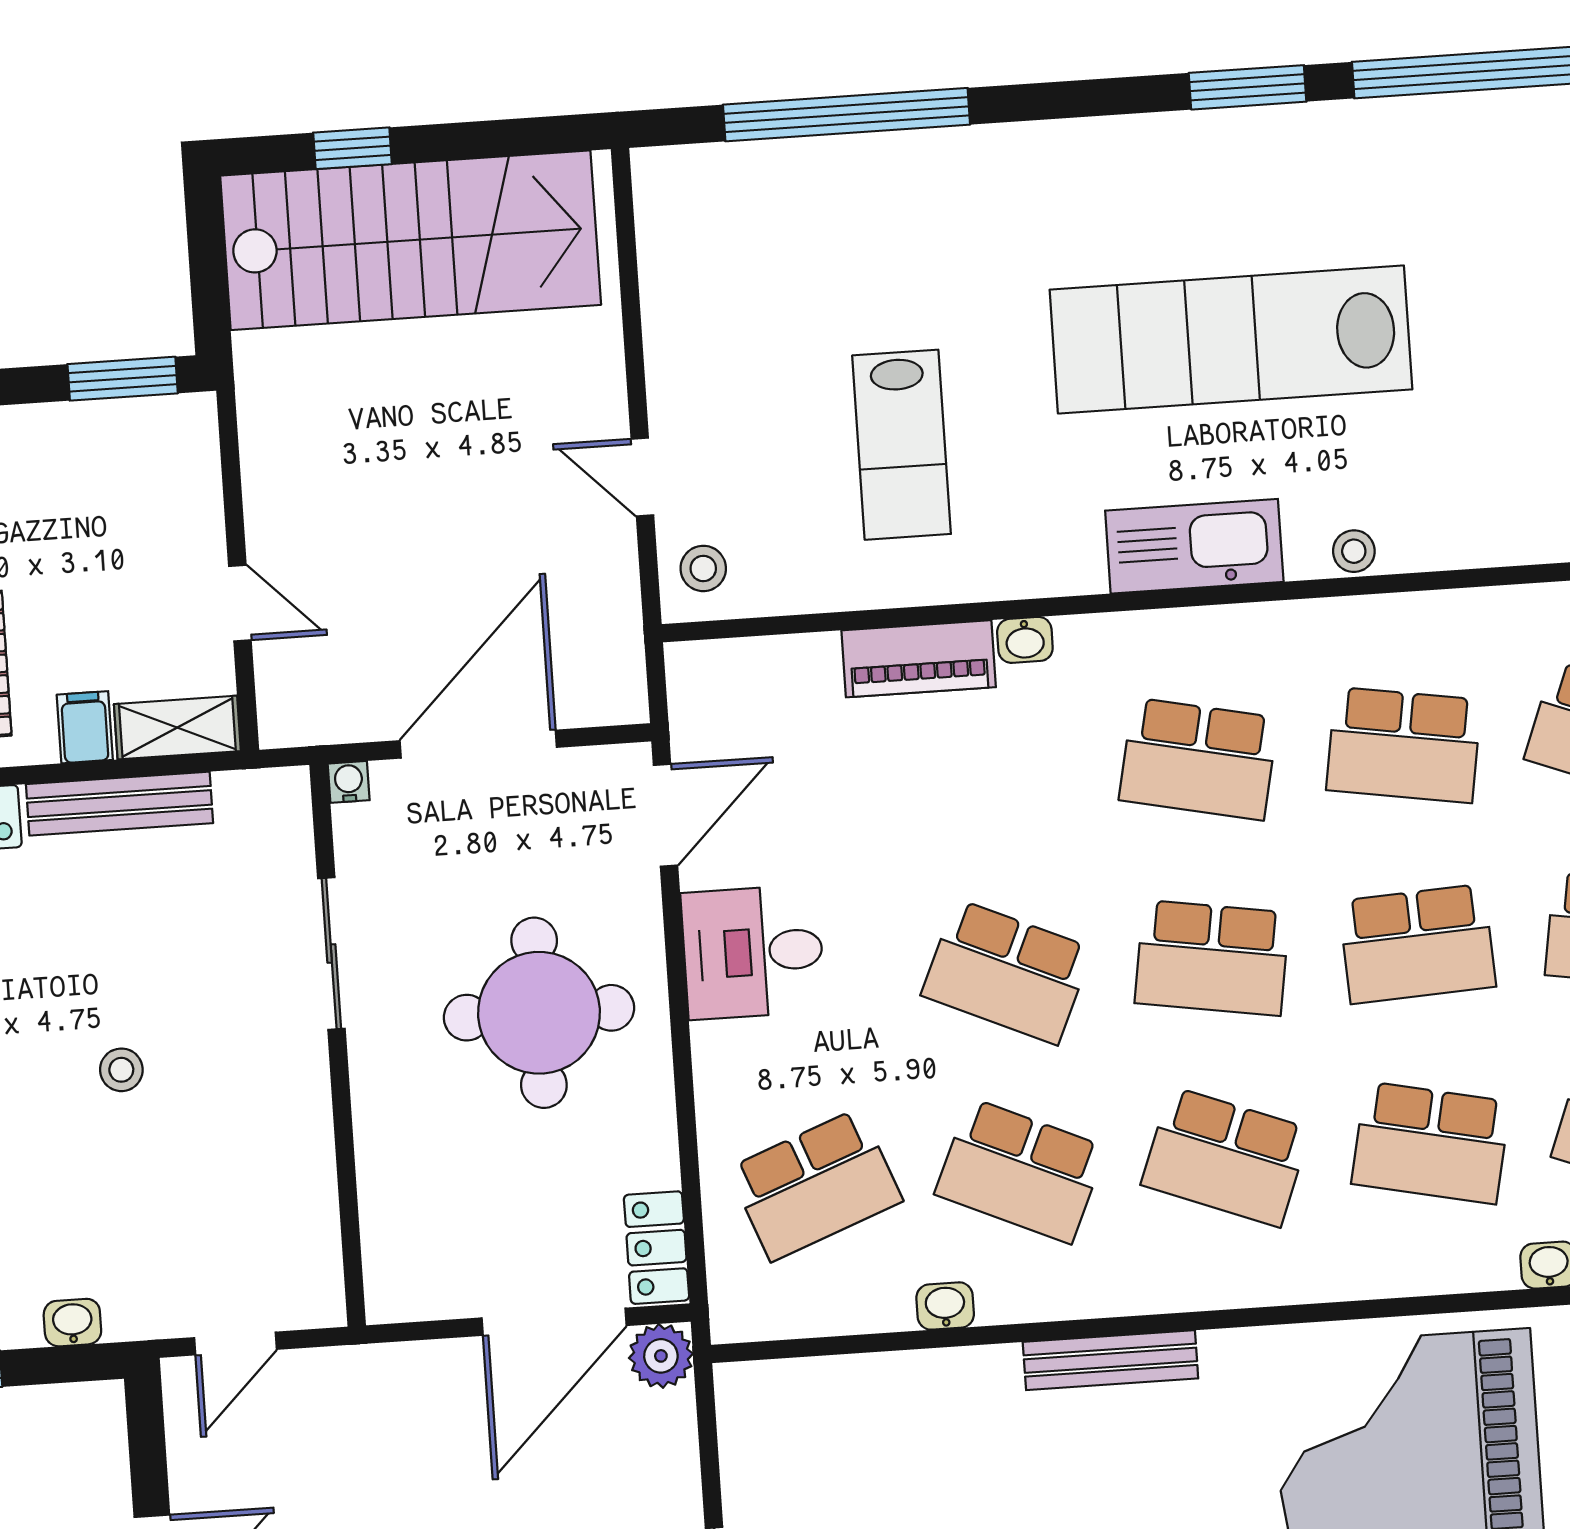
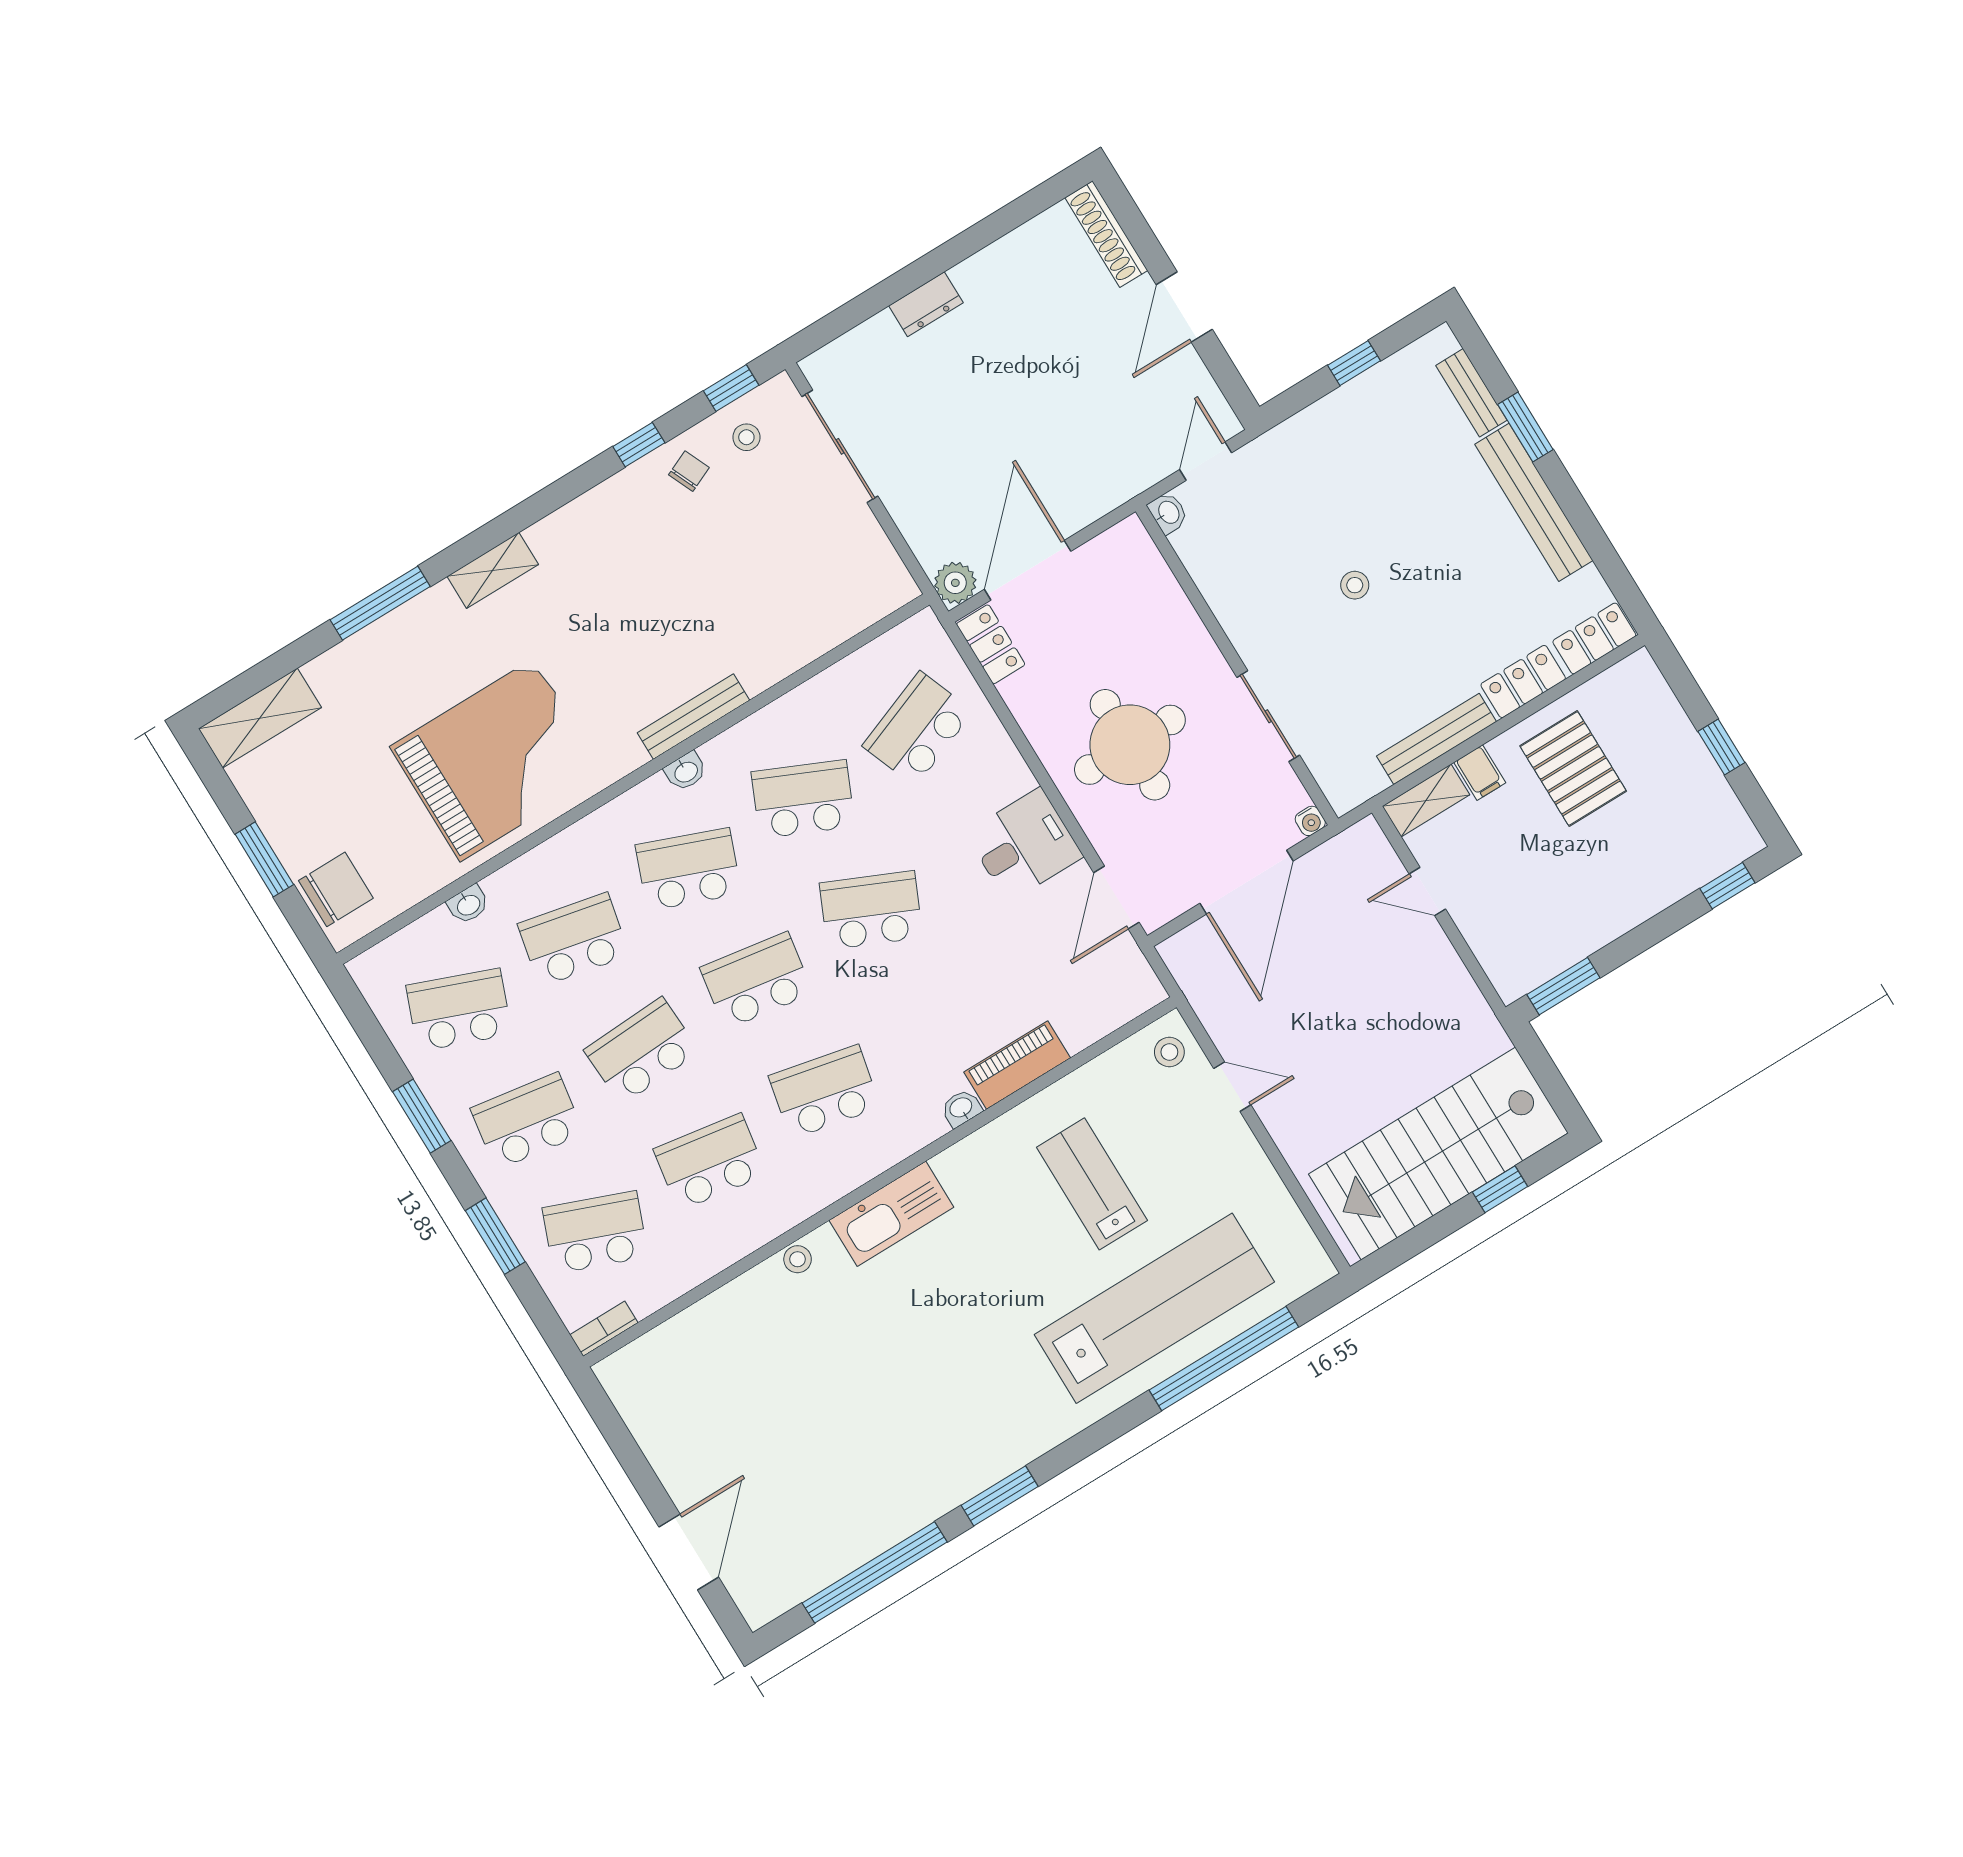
lab bench: (1231, 340) -> (1154, 1308), moved
washbasin: (945, 1306) -> (686, 771), moved
washbasin: (72, 1323) -> (1168, 513), moved, turned -90

